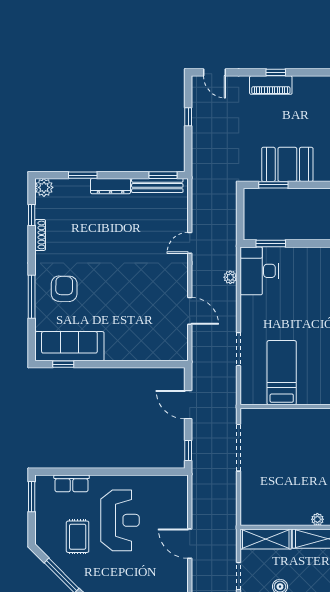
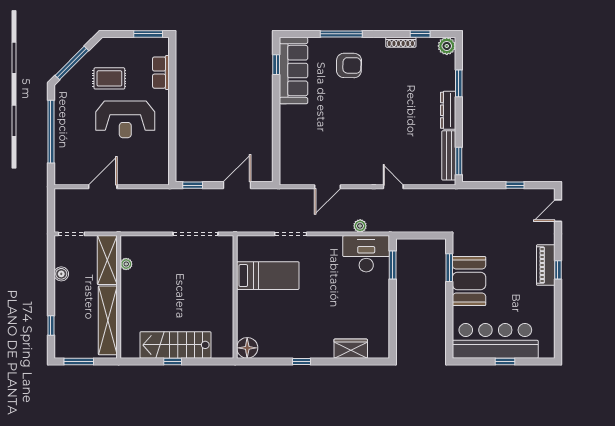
plant: (317, 519) -> (126, 264), moved

